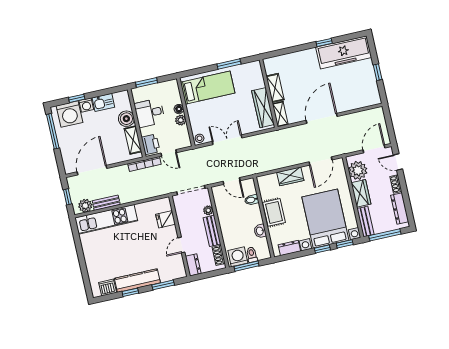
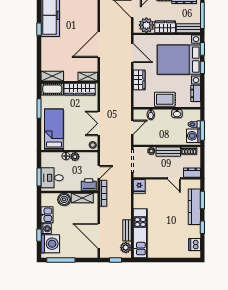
cot: (256, 75) -> (52, 89), added
shelving: (275, 88) -> (52, 76), moved
desk: (150, 113) -> (52, 178), moved, turned 90
door: (322, 118) -> (99, 45), hinge flipped
fridge: (166, 219) -> (139, 186), moved
kitchen counter: (137, 281) -> (194, 207), moved

